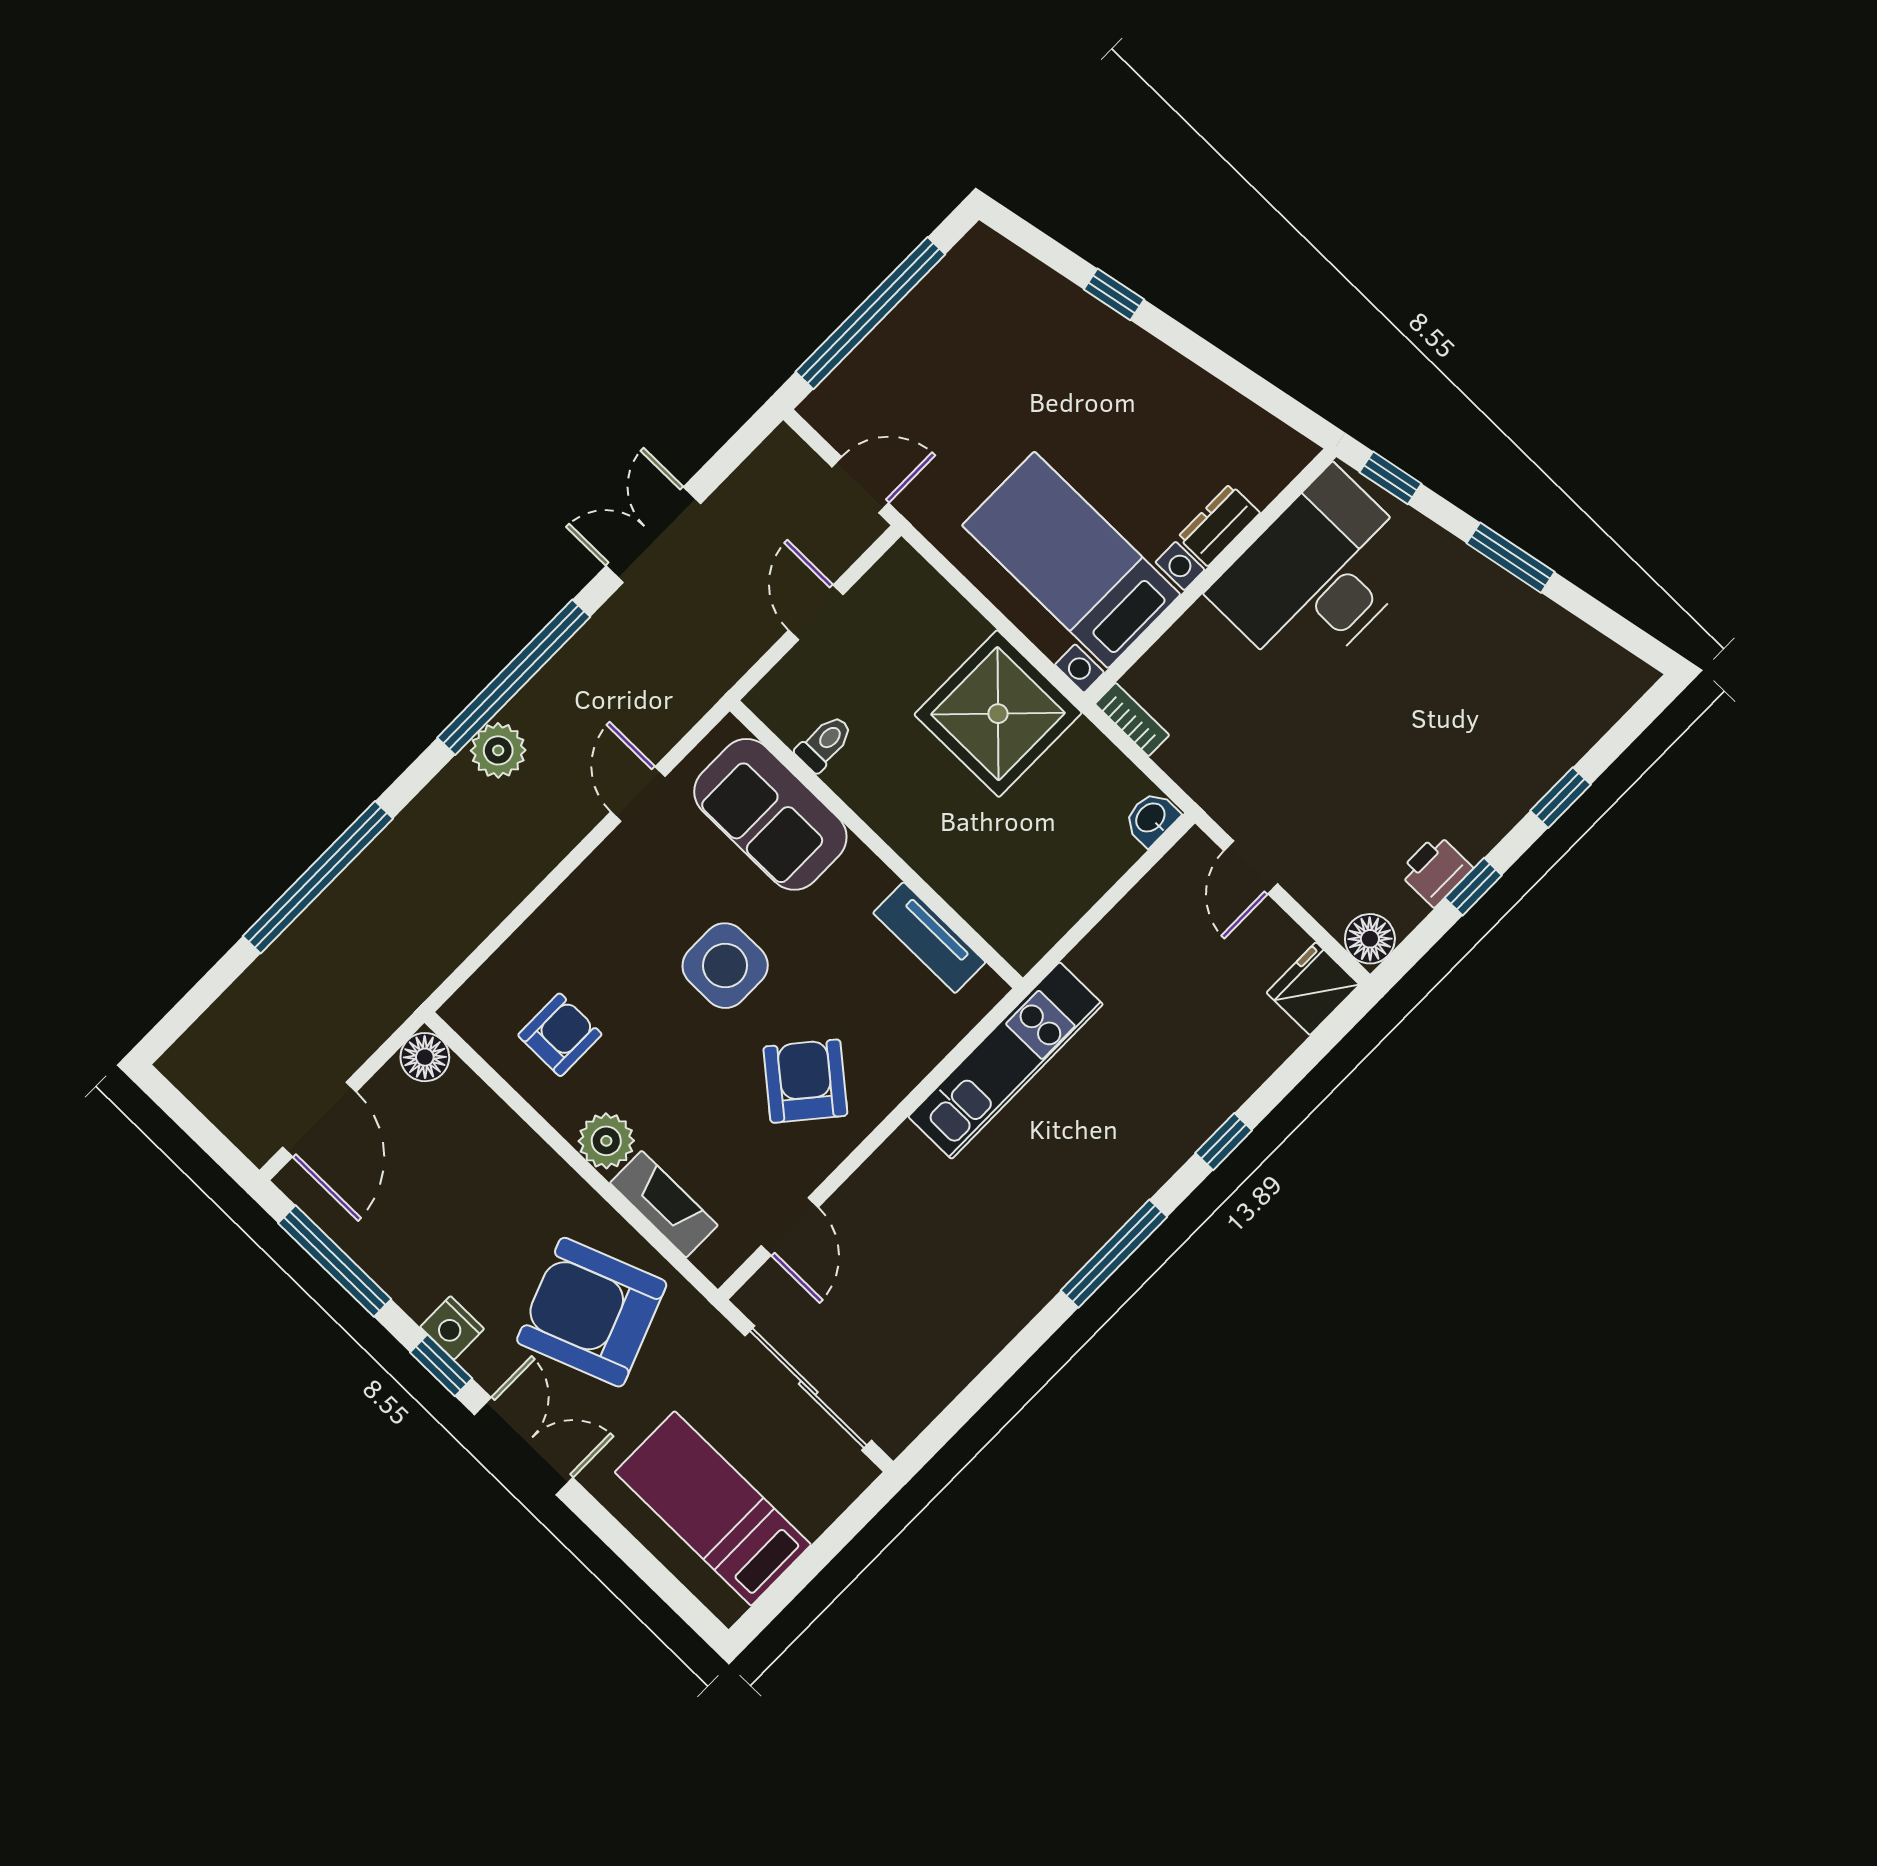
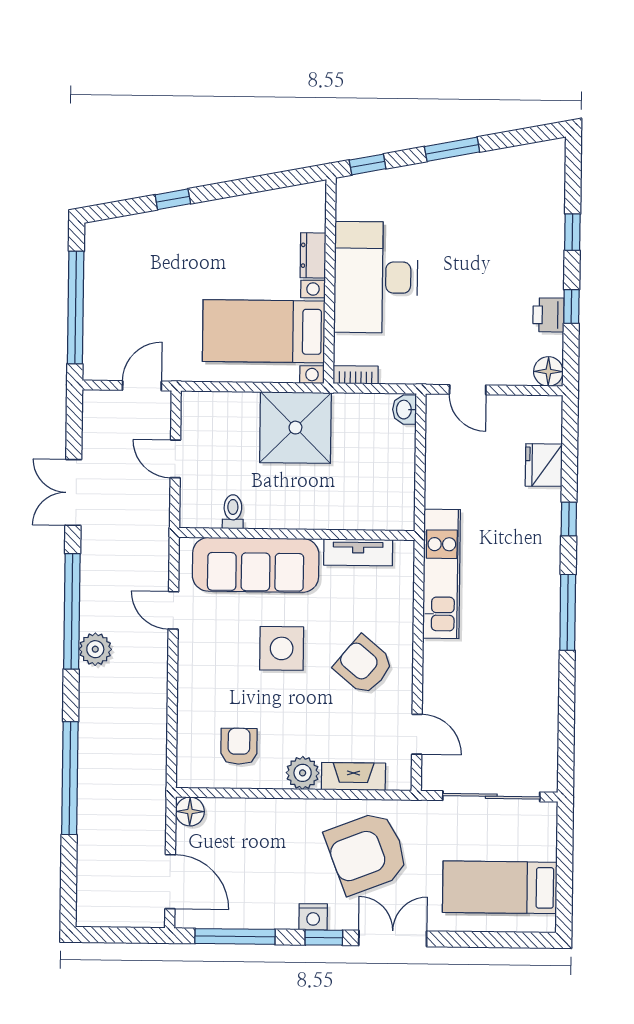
desk: (1317, 576) -> (376, 277), moved
sofa: (770, 814) -> (256, 565), width x1.36
fridge: (1313, 989) -> (544, 465), moved

